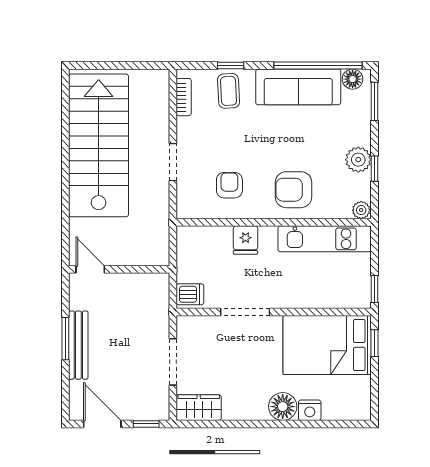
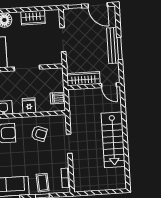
stairs: (99, 145) -> (113, 140), width x0.73, depth x0.66
armchair: (229, 185) -> (39, 134), turned -70
wardrobe: (138, 285) -> (83, 79), added
dishwasher: (190, 294) -> (58, 98), moved
wardrobe: (199, 408) -> (33, 18), moved

